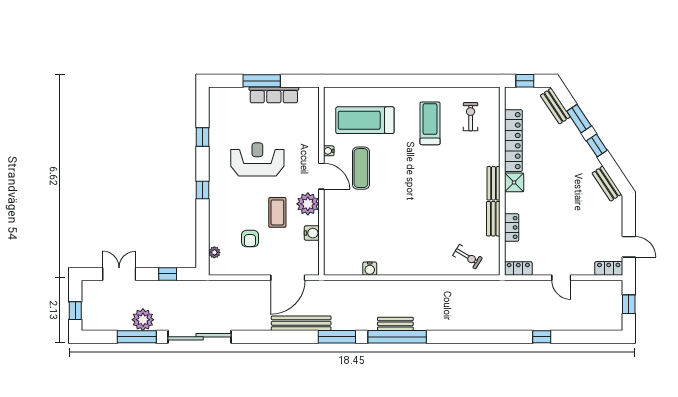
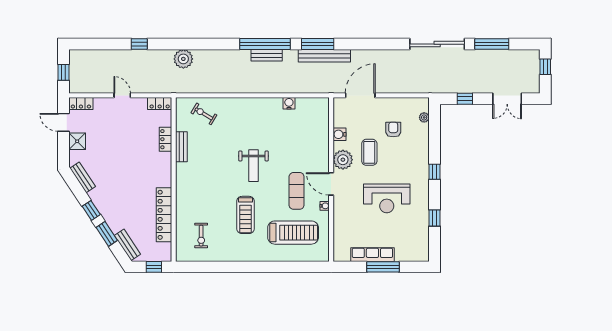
treadmill: (430, 123) -> (246, 215), moved
shower: (514, 182) -> (77, 141), moved
bench: (493, 183) -> (181, 178), removed
weight bench: (410, 197) -> (254, 166), added
plant: (143, 320) -> (183, 59), moved
bench: (301, 323) -> (324, 56), moved

